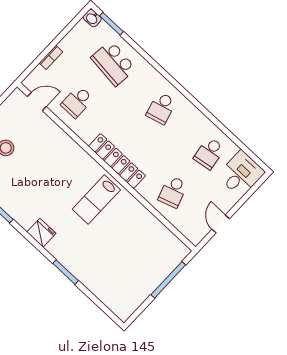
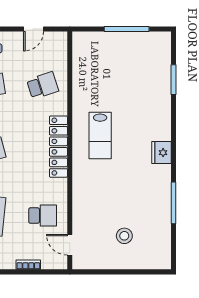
lab bench: (96, 199) -> (100, 135), turned 90
window: (66, 272) -> (173, 80), moved
window: (168, 280) -> (127, 29), moved

